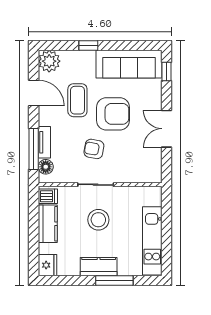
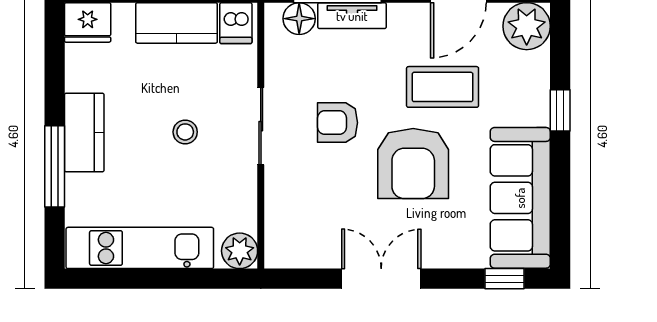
armchair: (94, 149) -> (338, 123), turned -100
plant: (154, 194) -> (240, 251), added
stool: (98, 220) -> (185, 132), width x0.53, depth x0.53

